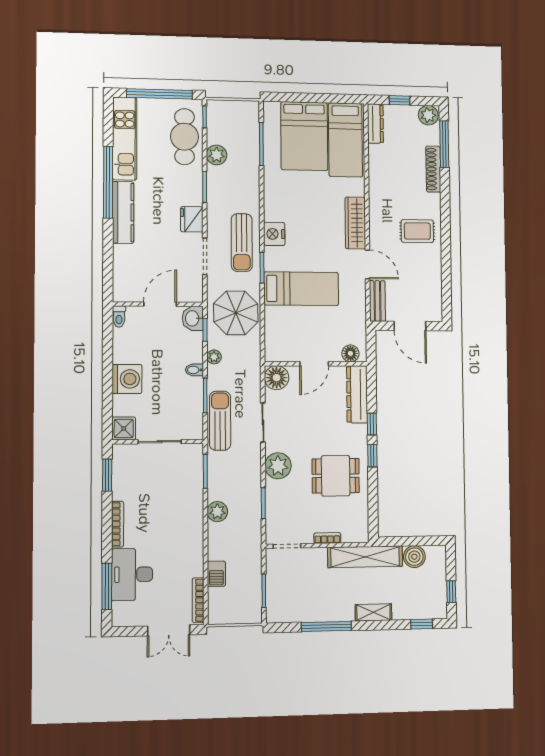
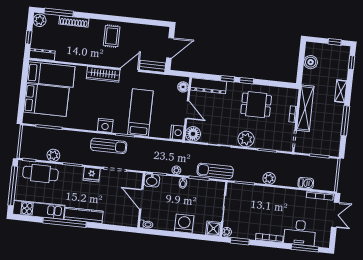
parasol: (236, 313) -> (151, 154), removed
nightstand: (276, 352) -> (177, 133), added
plant: (121, 451) -> (227, 232), added
dining table: (336, 476) -> (256, 105), turned 90
shelving: (365, 557) -> (305, 108), moved

